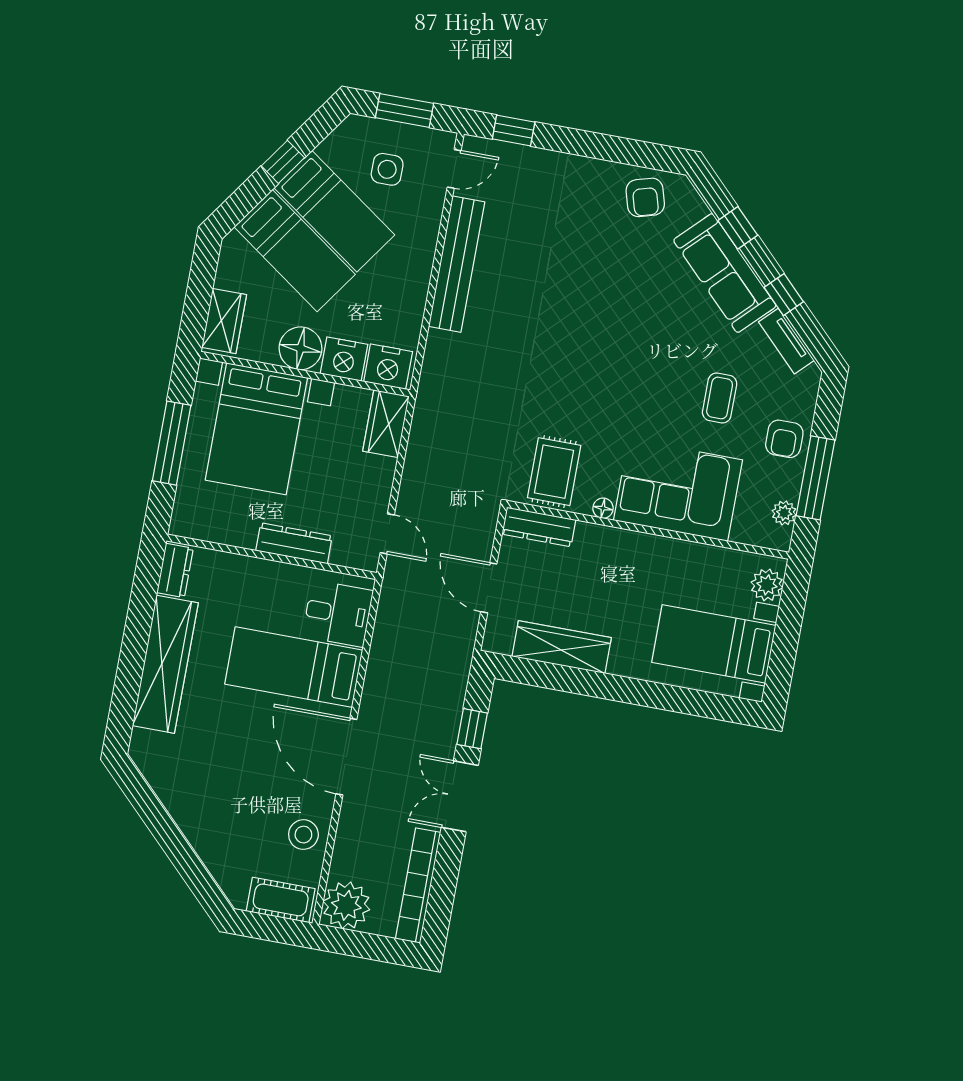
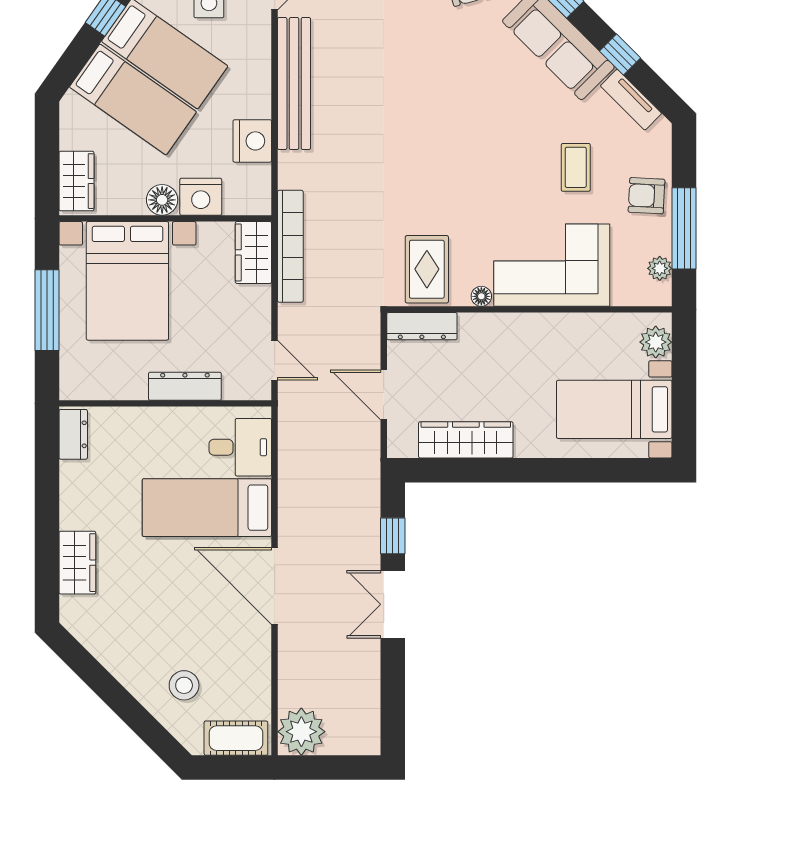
floor lamp: (301, 348) -> (162, 200), width x0.73, depth x0.73
nightstand: (388, 367) -> (252, 141), moved, turned -90
armchair: (784, 439) -> (647, 196), turned 93
wardrobe: (165, 664) -> (77, 563), width x0.48, depth x0.85
stool: (303, 835) -> (184, 685), moved
bookcase: (418, 886) -> (290, 246), moved, turned 180

